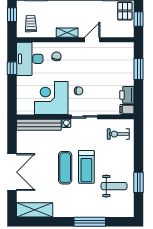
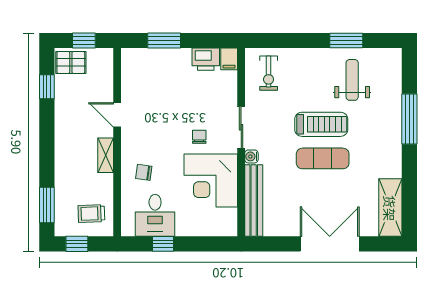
desk: (30, 59) -> (155, 215), width x0.73

